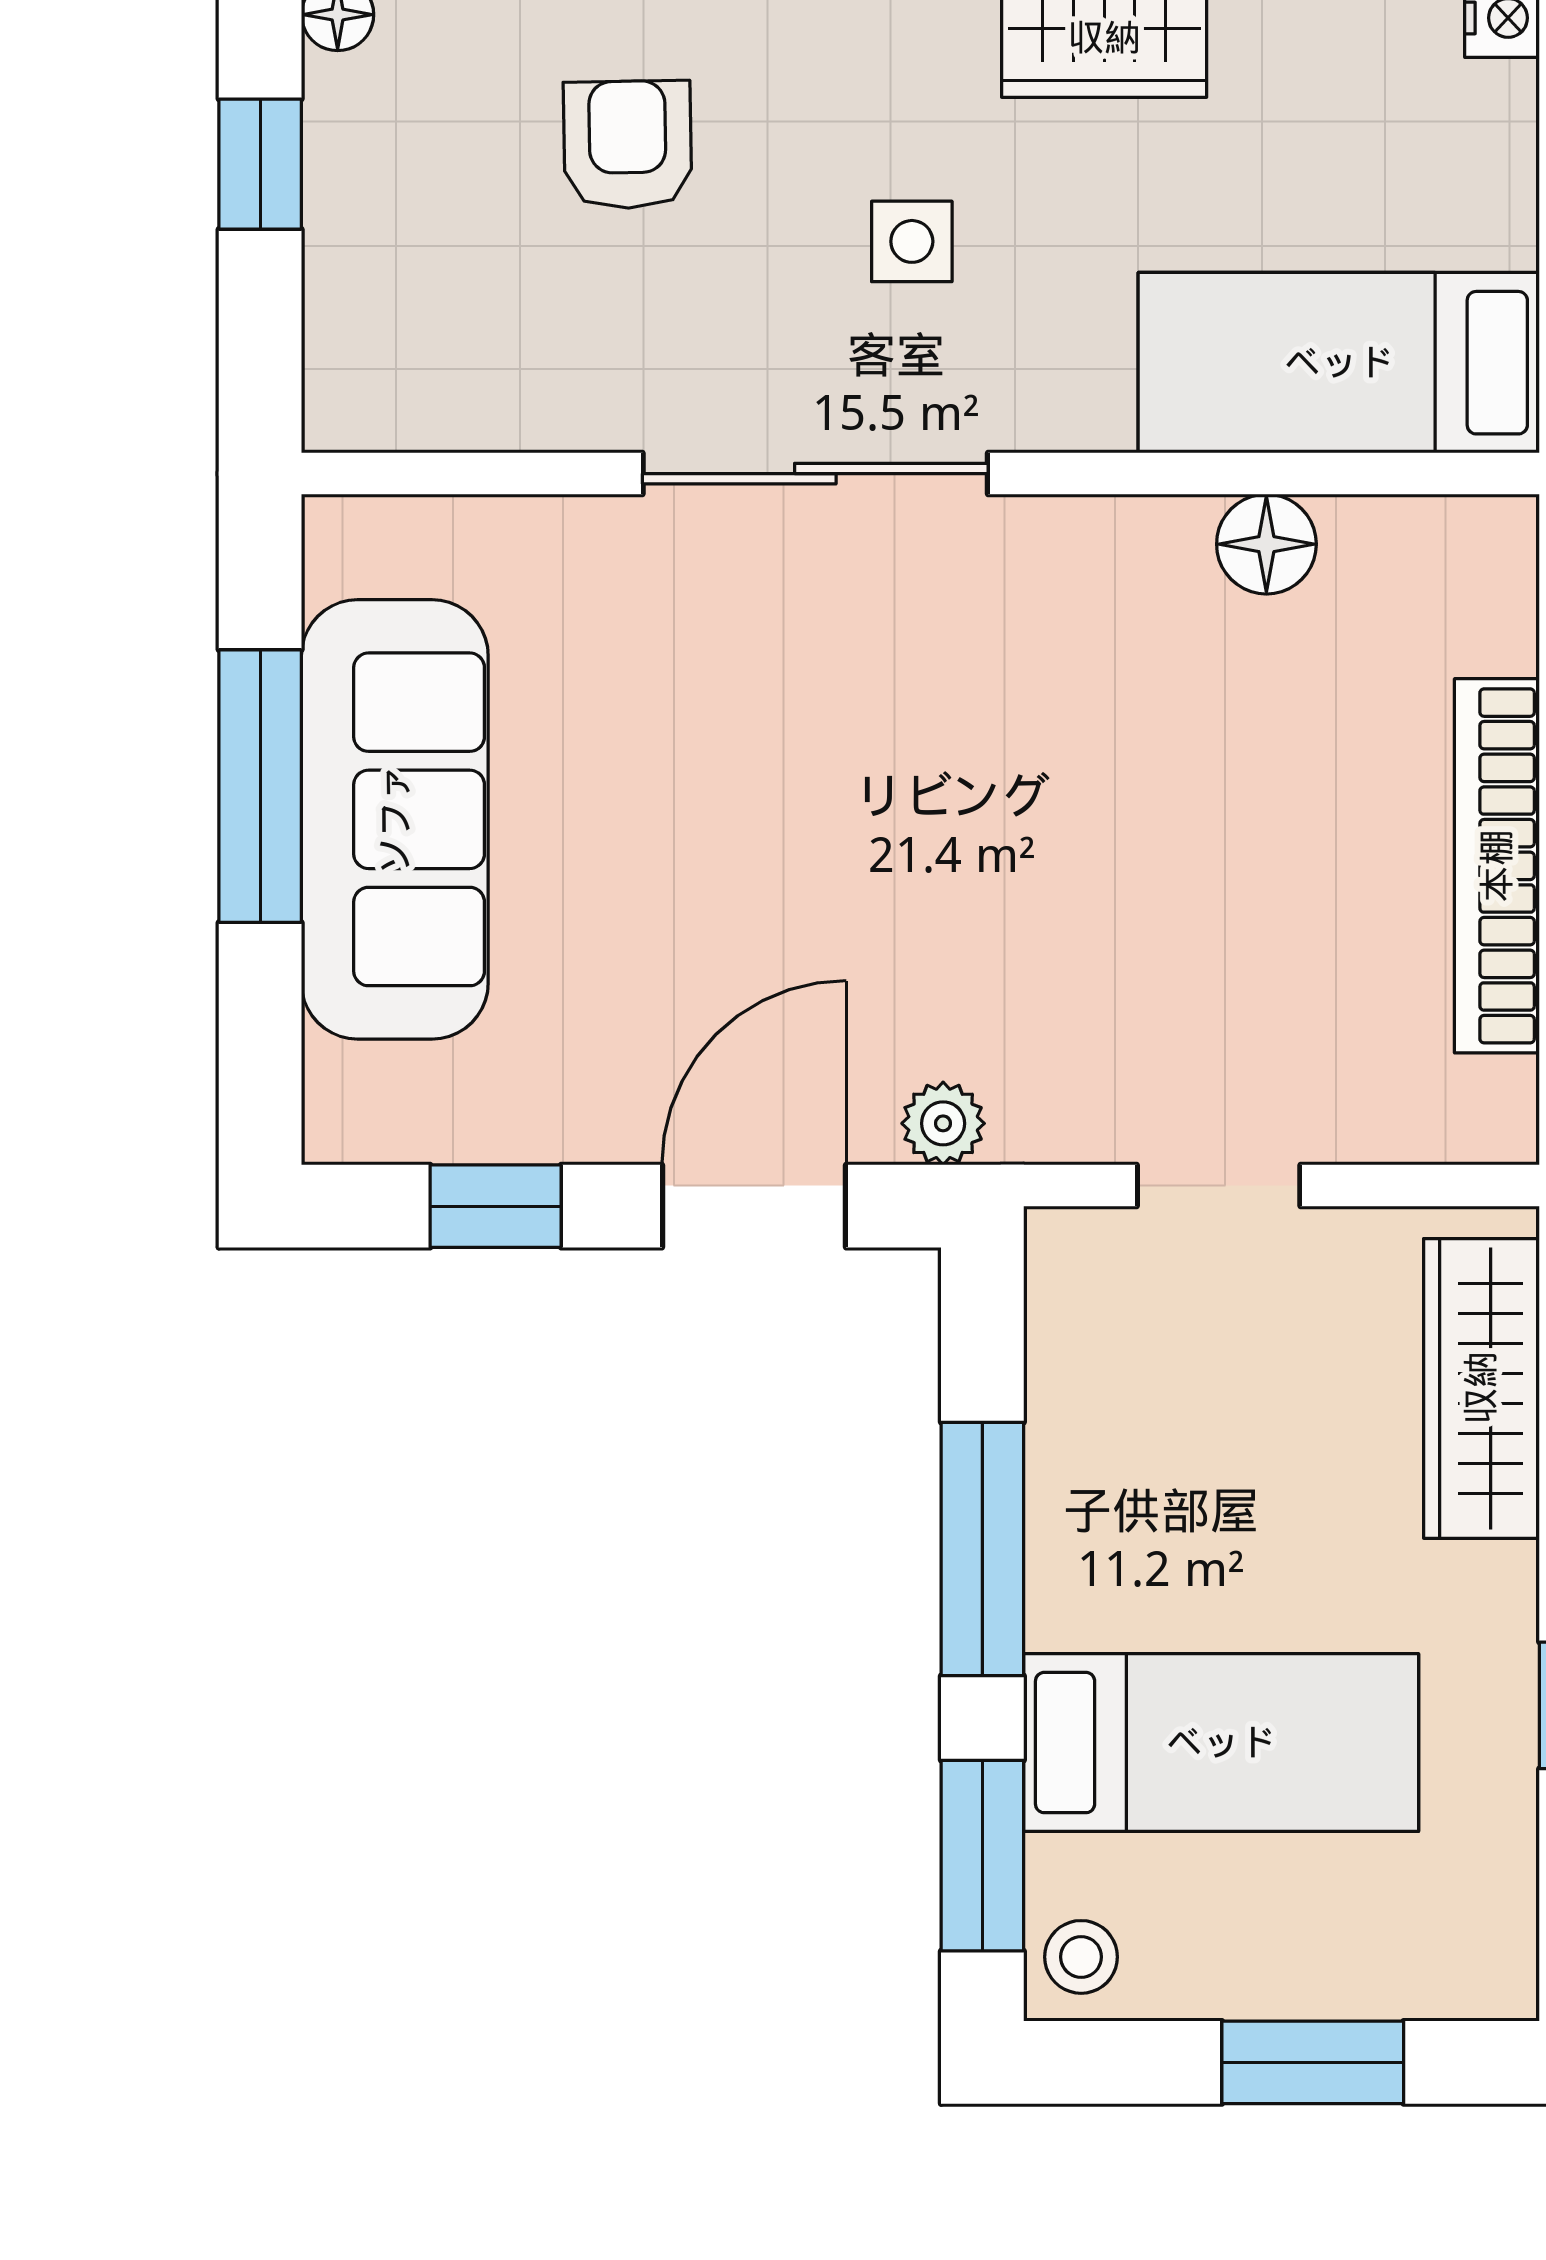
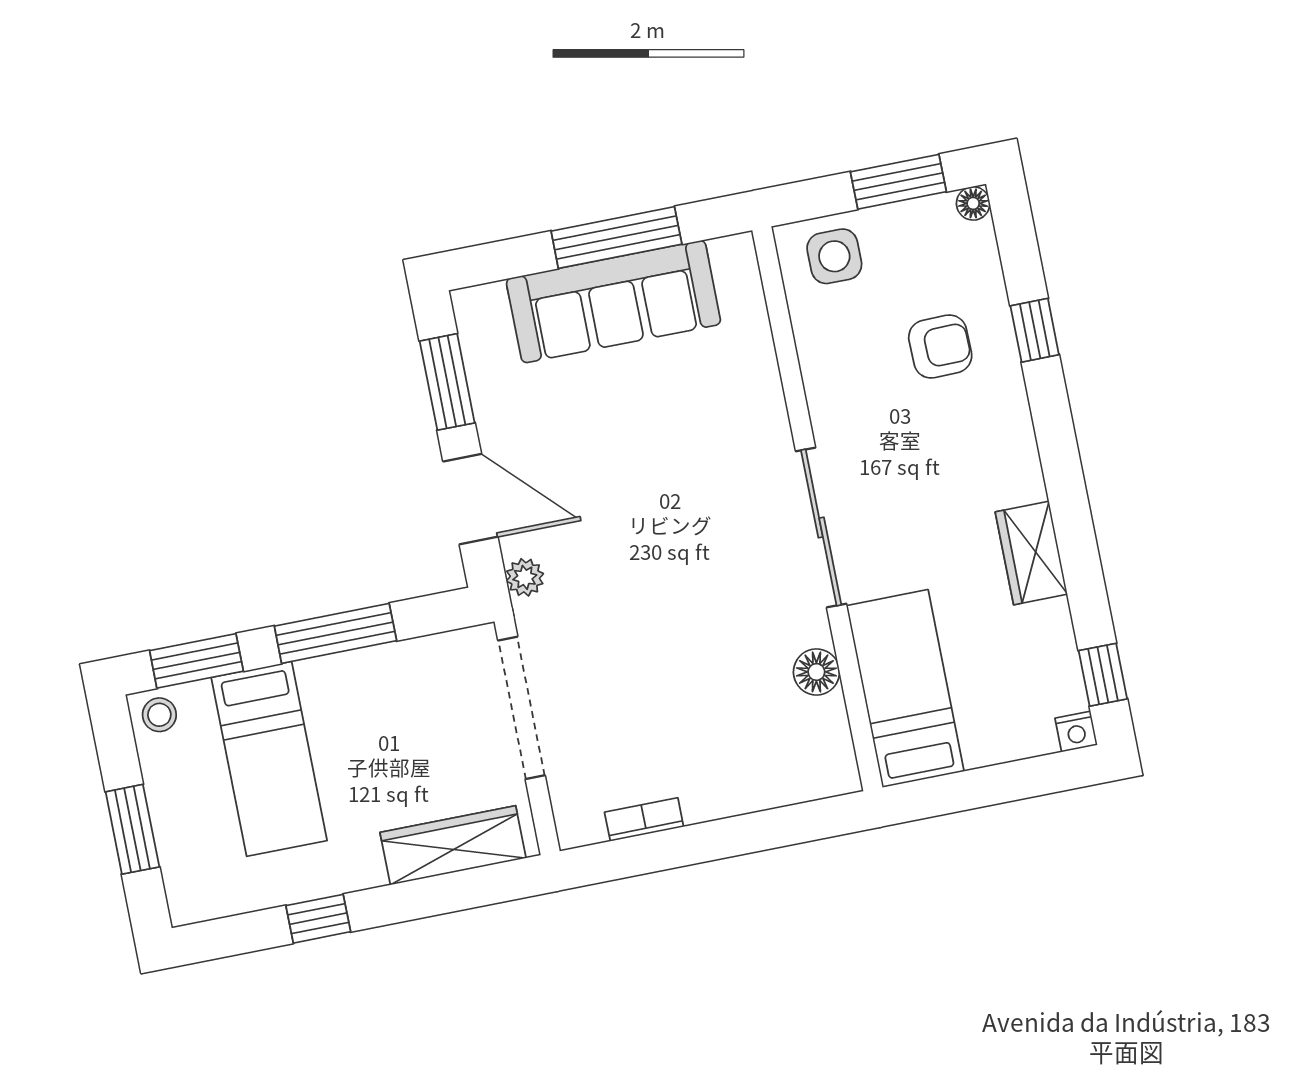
window: (260, 164) -> (898, 182), width x1.50
side table: (912, 241) -> (834, 256), moved, width x1.37, depth x1.37
sliding door: (815, 474) -> (821, 528), moved
bookcase: (1497, 866) -> (644, 819), width x0.43, depth x0.76
doorway: (1219, 1185) -> (521, 708), width x1.87
window: (496, 1206) -> (447, 382), width x1.50

